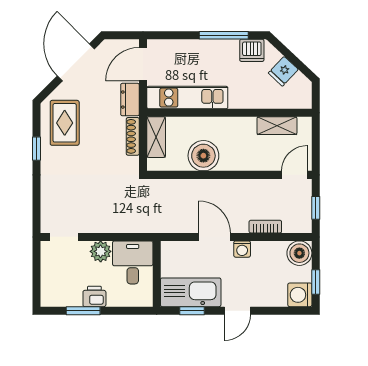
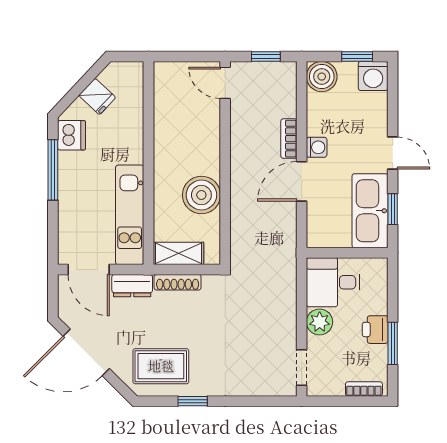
shelving: (277, 126) -> (164, 104), removed
bookcase: (265, 227) -> (289, 139), moved
bookcase: (46, 287) -> (364, 389), added

